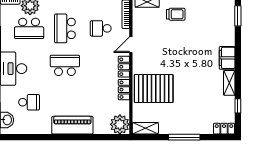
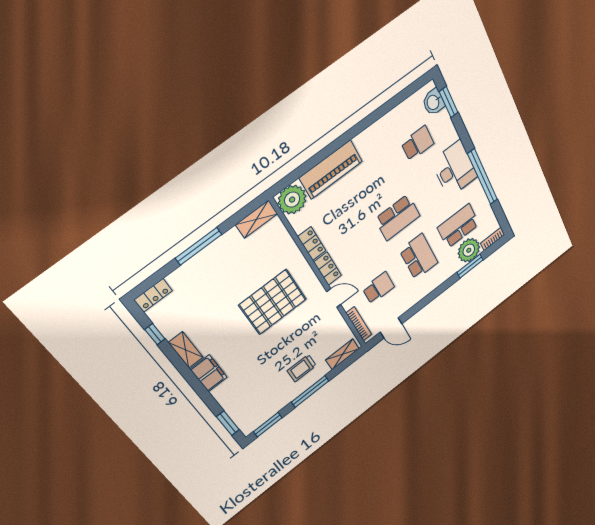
door: (131, 45) -> (334, 298), hinge flipped
pallet: (154, 88) -> (273, 302), moved
school desk: (29, 102) -> (418, 143), turned 180
piano: (72, 125) -> (331, 170), moved

